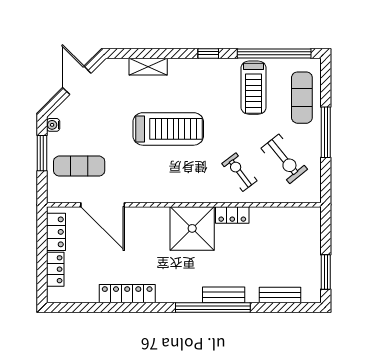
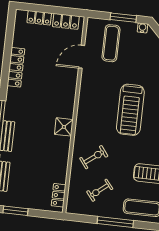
exercise bike: (284, 159) -> (100, 190), width x0.73, depth x0.72
door: (103, 205) -> (82, 57), width x0.73
locker: (232, 215) -> (59, 195), moved
shower: (192, 228) -> (64, 127), width x0.54, depth x0.54

